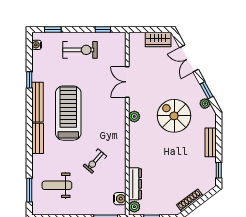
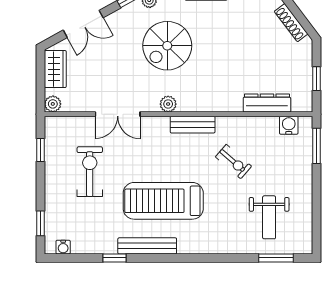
exercise bike: (80, 50) -> (90, 172), moved
bench: (38, 138) -> (193, 125), moved
plant: (134, 207) -> (53, 104), moved

